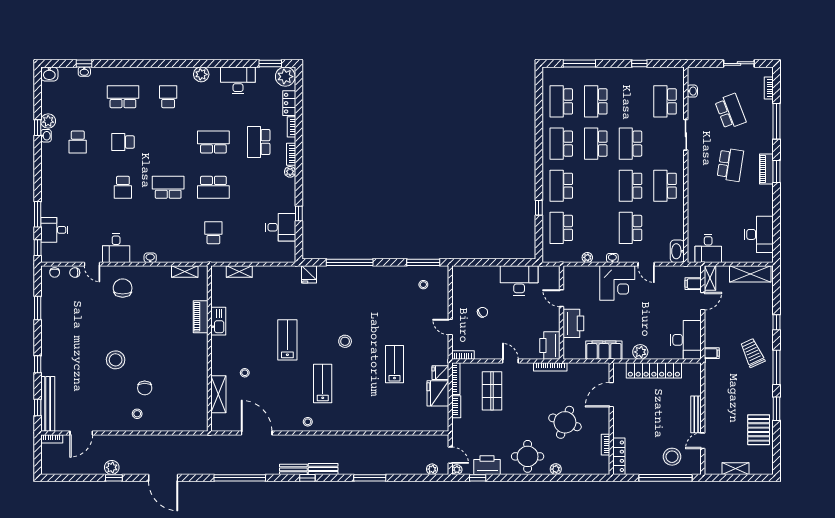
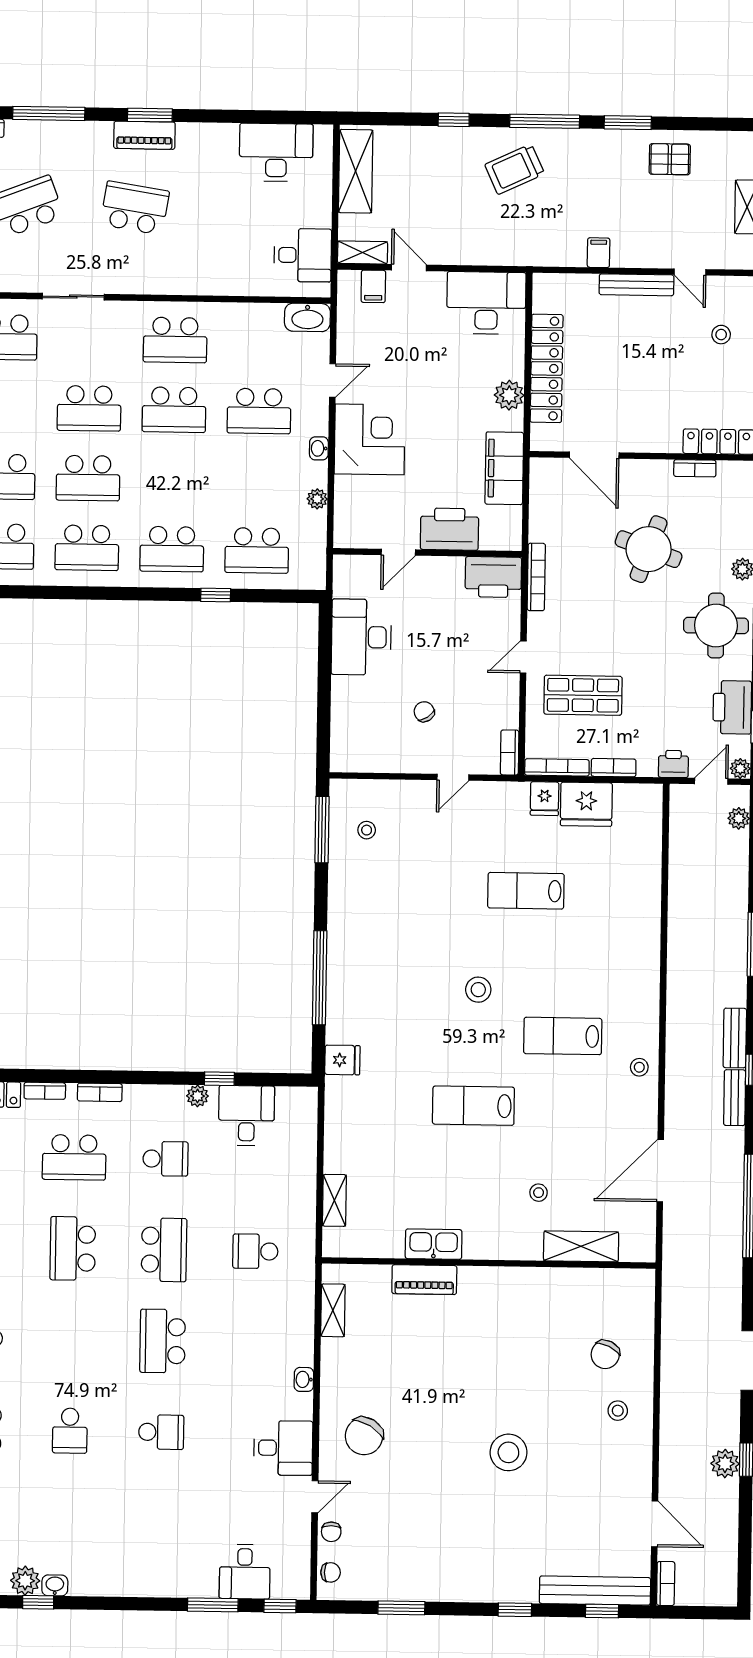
school desk: (78, 142) -> (165, 1159), moved
plant: (290, 172) -> (197, 1096), moved
chair: (123, 288) -> (364, 1436), turned -59
filing cabinet: (712, 353) -> (599, 253), moved
chair: (145, 388) -> (605, 1354), moved, turned 116
pallet: (759, 430) -> (670, 159), width x0.67, depth x0.71
printer: (459, 436) -> (673, 764), added
stool: (672, 457) -> (721, 335), width x0.53, depth x0.53

